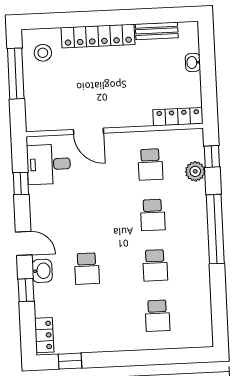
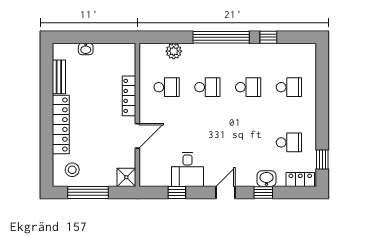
locker: (178, 117) -> (129, 96), moved
shower: (37, 120) -> (126, 177), added
window: (212, 156) -> (268, 37), moved
desk: (49, 164) -> (188, 169), moved
school desk: (87, 269) -> (289, 142), moved
washbasin: (42, 271) -> (266, 179), moved

